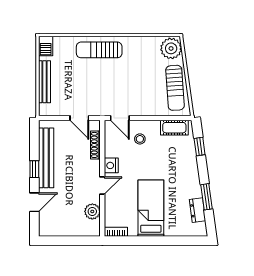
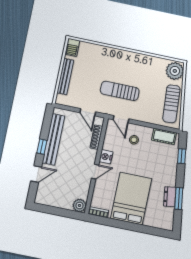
sun lounger: (99, 50) -> (120, 91), moved
bed: (151, 208) -> (131, 198), width x1.50
dresser: (197, 210) -> (170, 197), moved
plant: (92, 211) -> (80, 205), moved

